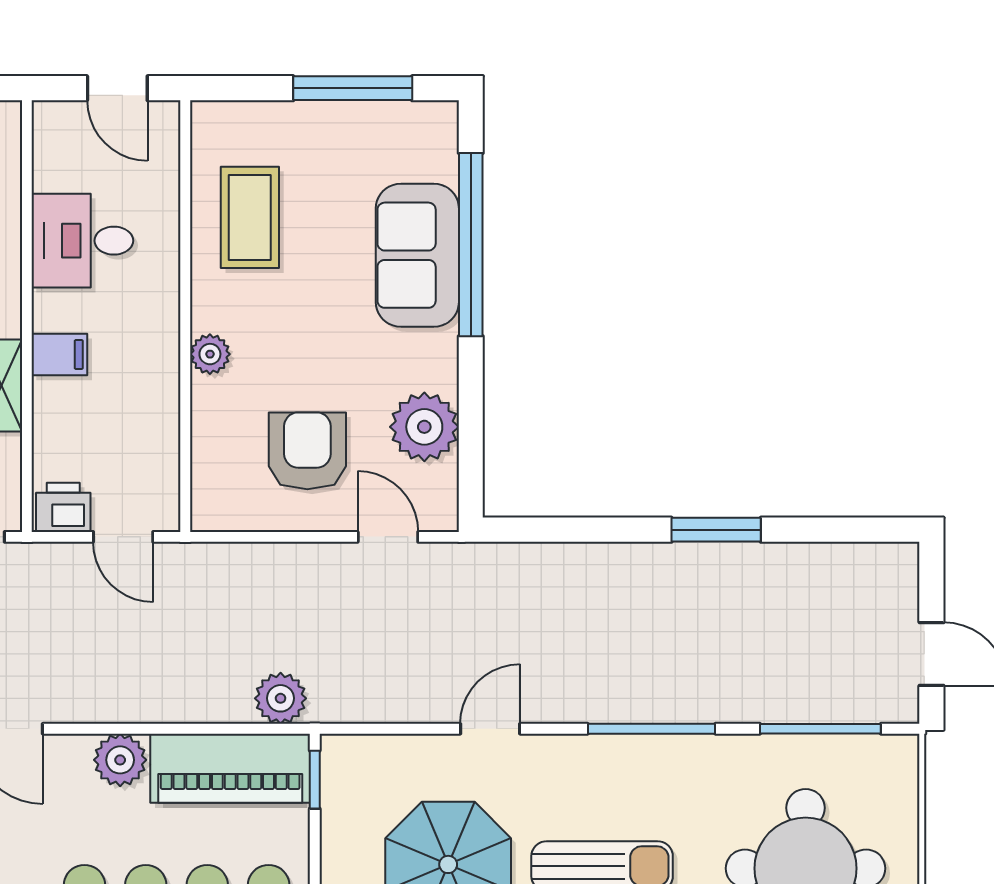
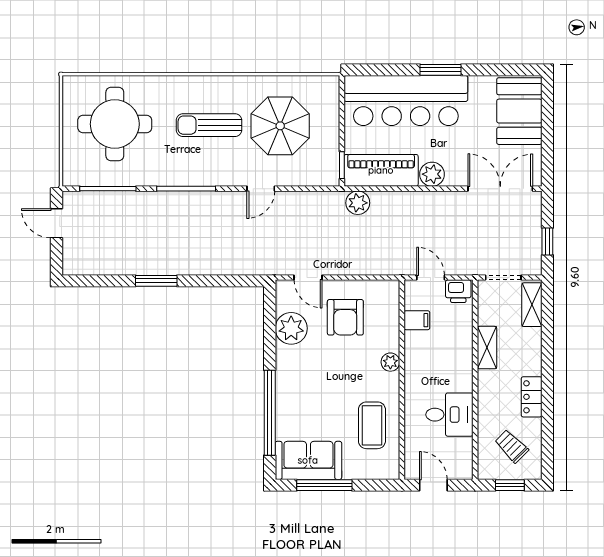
sofa: (417, 255) -> (308, 460), moved, turned -90
filing cabinet: (59, 354) -> (417, 320), moved, turned 180

